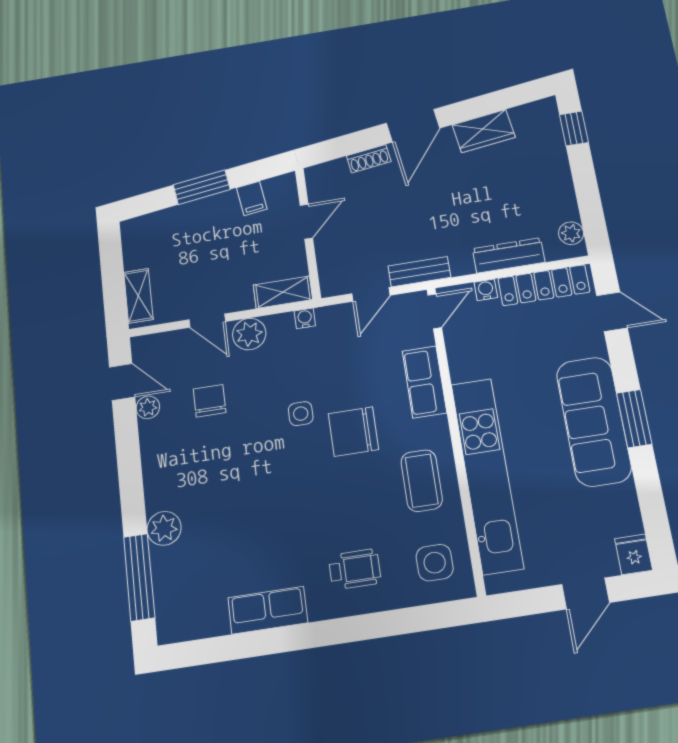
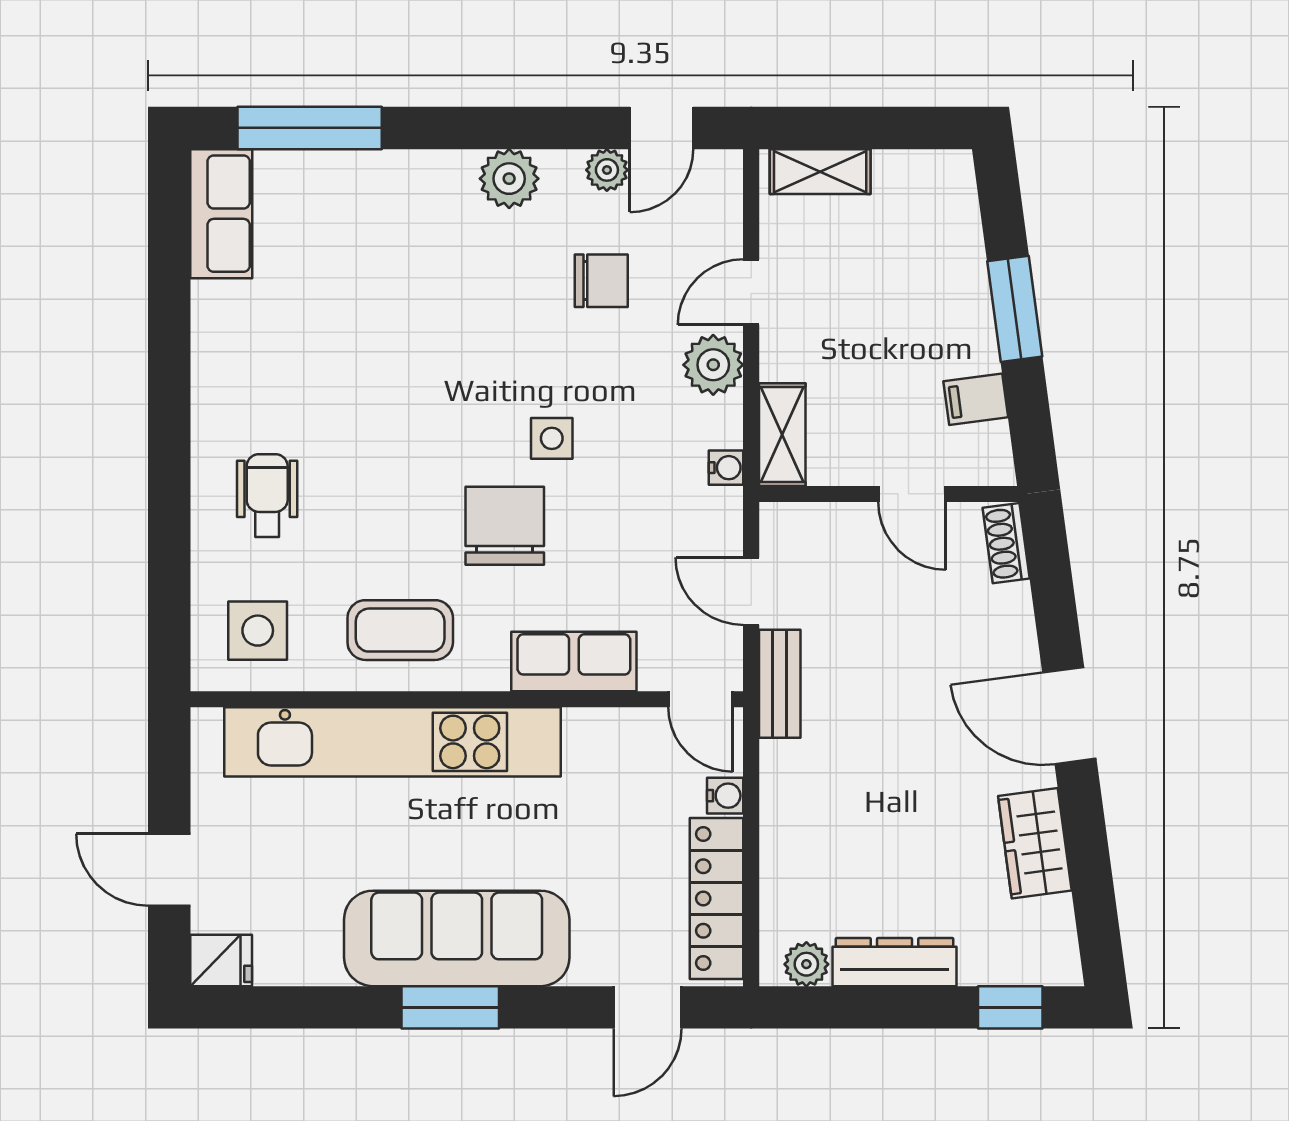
shoe rack: (369, 159) -> (1006, 543), moved
dresser: (509, 255) -> (895, 962), moved, turned -90
plant: (164, 528) -> (509, 179), moved
wheelchair: (355, 569) -> (267, 495), turned 180
row of seats: (268, 610) -> (221, 214), moved

